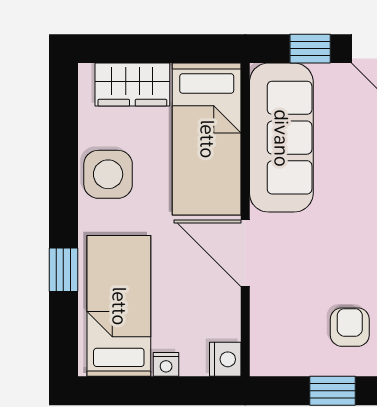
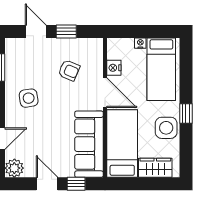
window: (63, 270) -> (186, 113), moved
armchair: (350, 327) -> (69, 70), moved, turned -67
nightstand: (225, 359) -> (114, 68), moved

